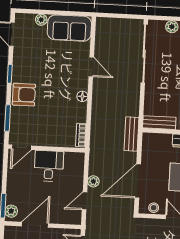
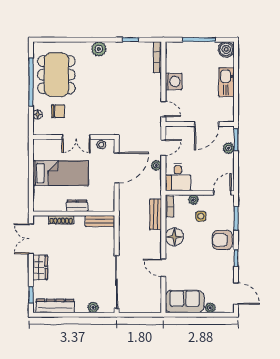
floor lamp: (82, 96) -> (174, 237), width x1.89, depth x1.89
side table: (47, 122) -> (201, 216), added
bench: (131, 134) -> (156, 214), moved
plant: (54, 141) -> (193, 200), added
desk: (49, 166) -> (178, 177), moved
plant: (11, 211) -> (228, 148), moved

